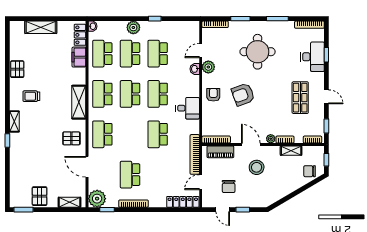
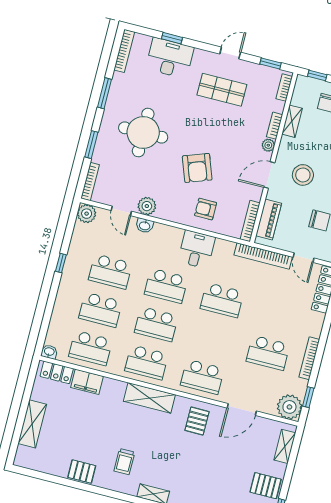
plant: (133, 28) -> (87, 214), moved
armchair: (213, 95) -> (206, 209), moved

